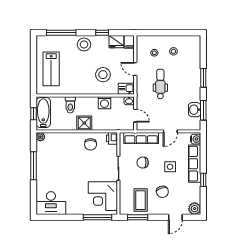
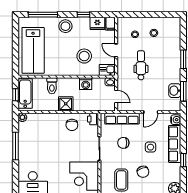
lab bench: (51, 69) -> (33, 50), width x1.36, depth x1.39

